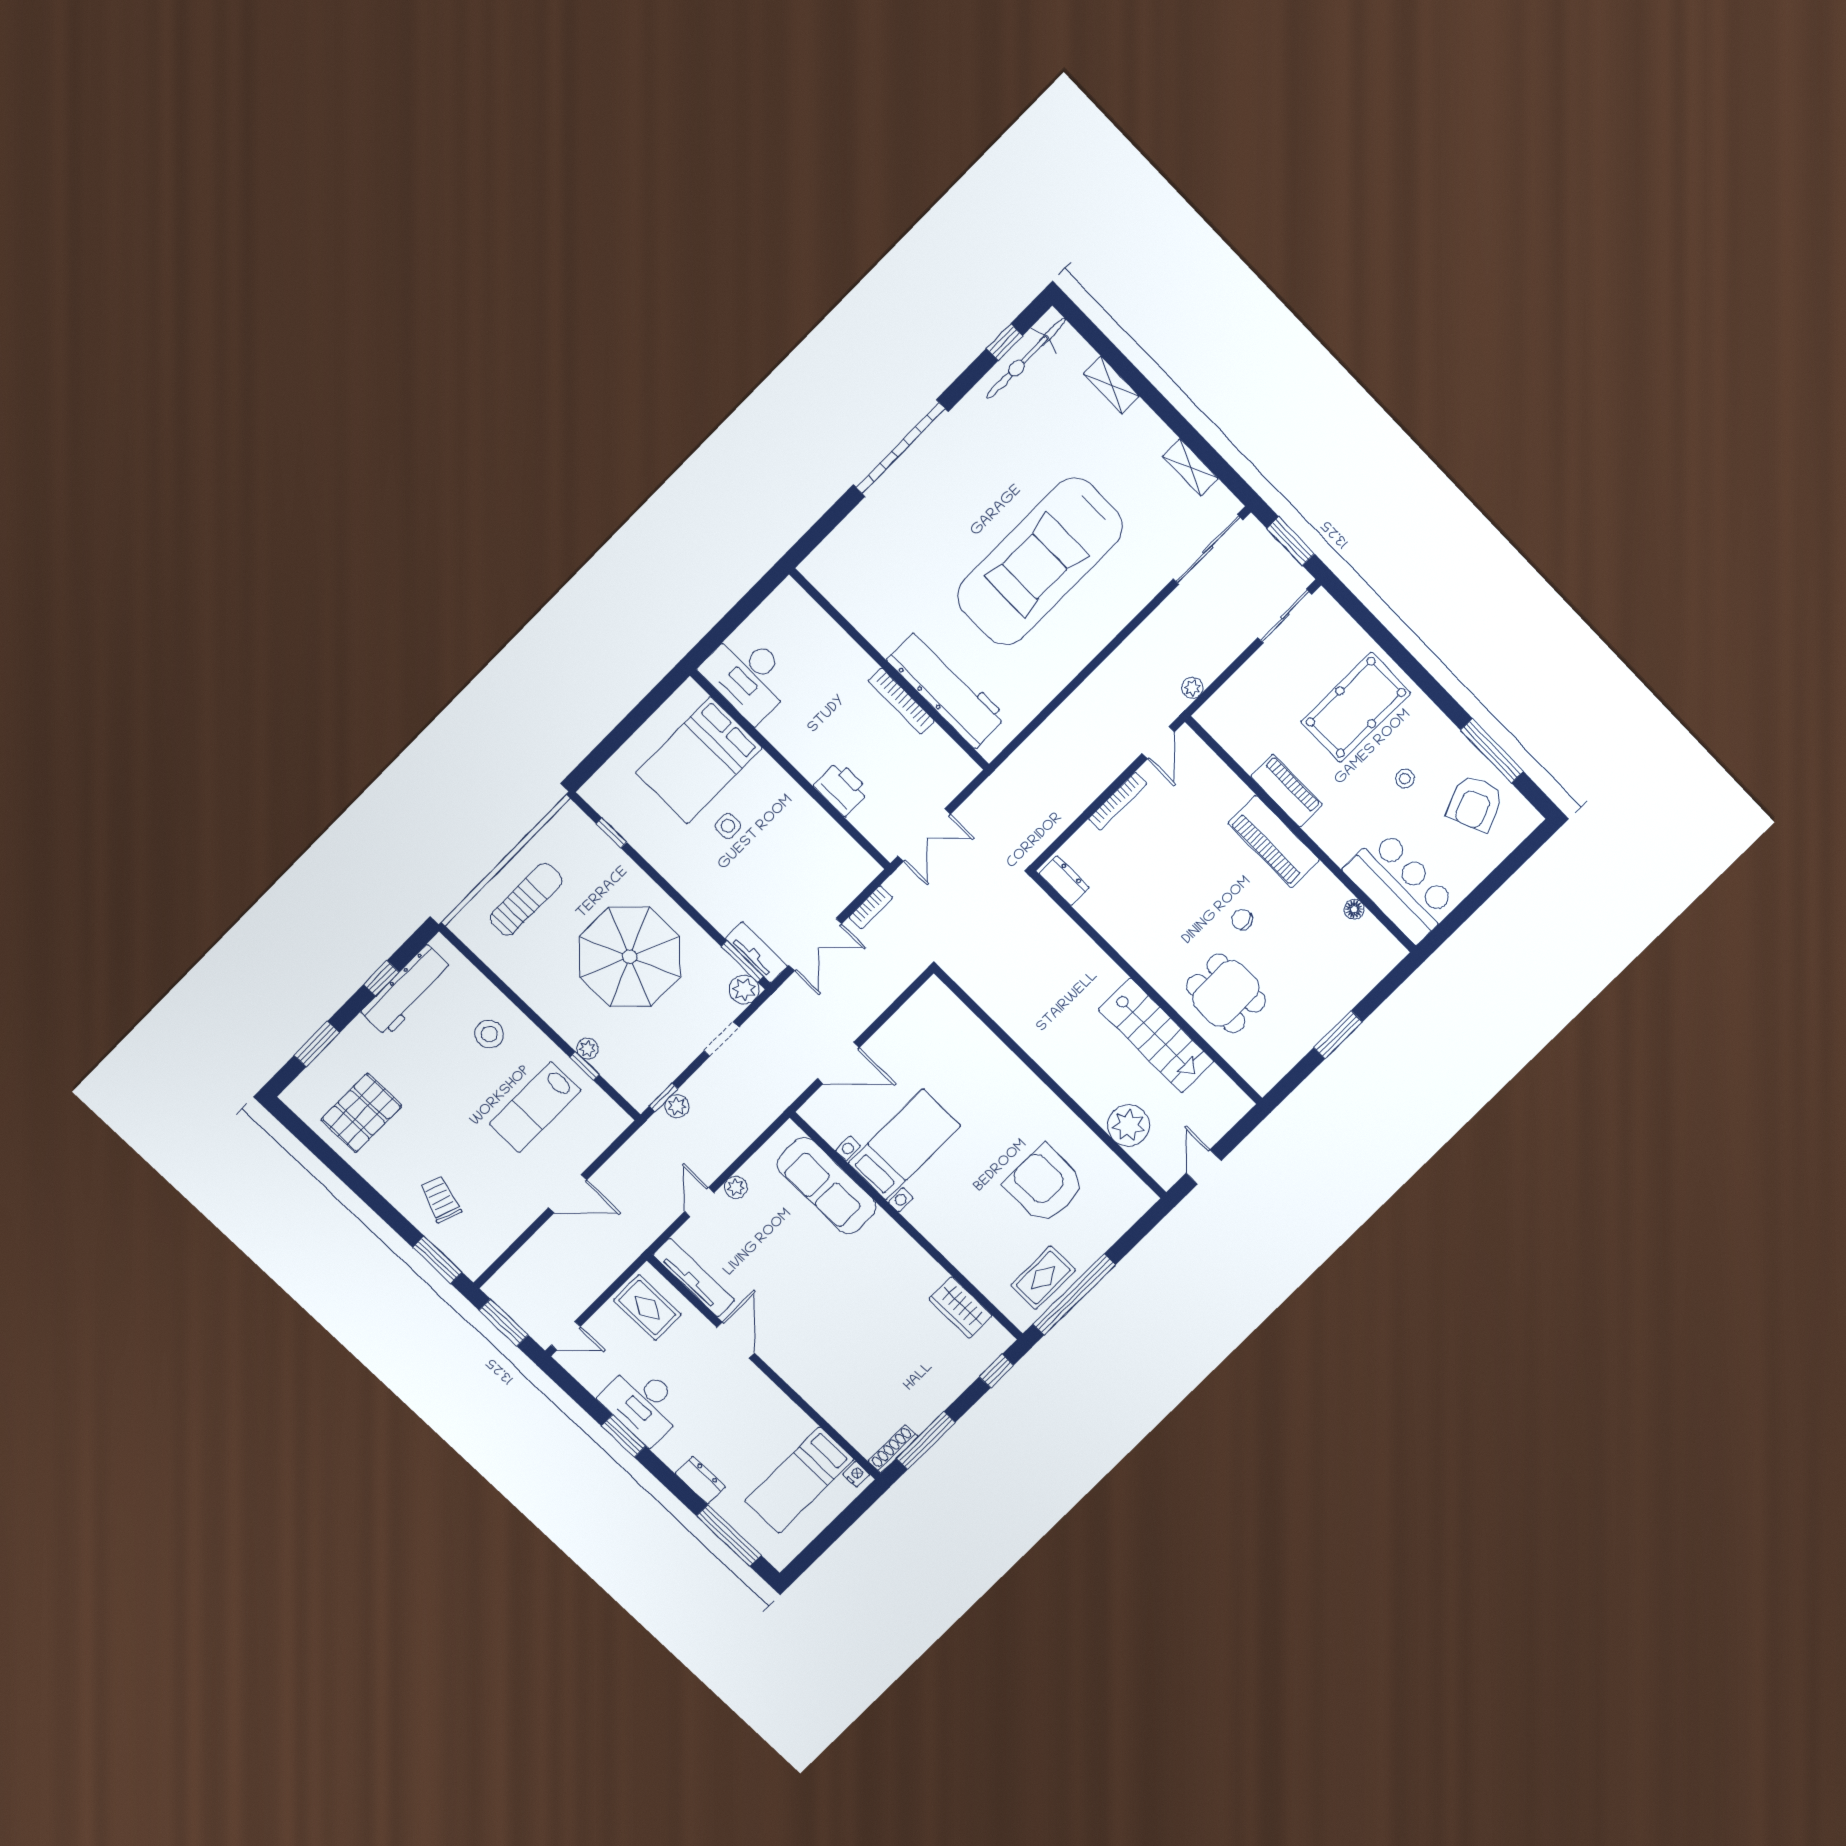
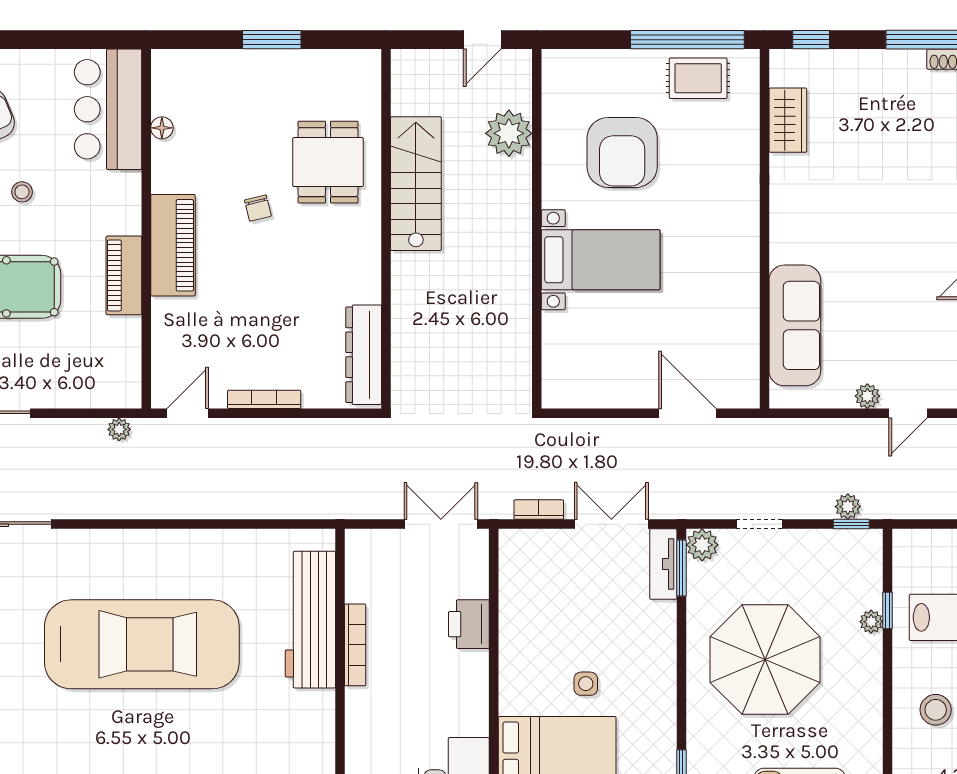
dresser: (1064, 881) -> (364, 355), width x1.96, depth x1.24
bed with nightstands: (904, 1144) -> (601, 260), moved, turned 180

